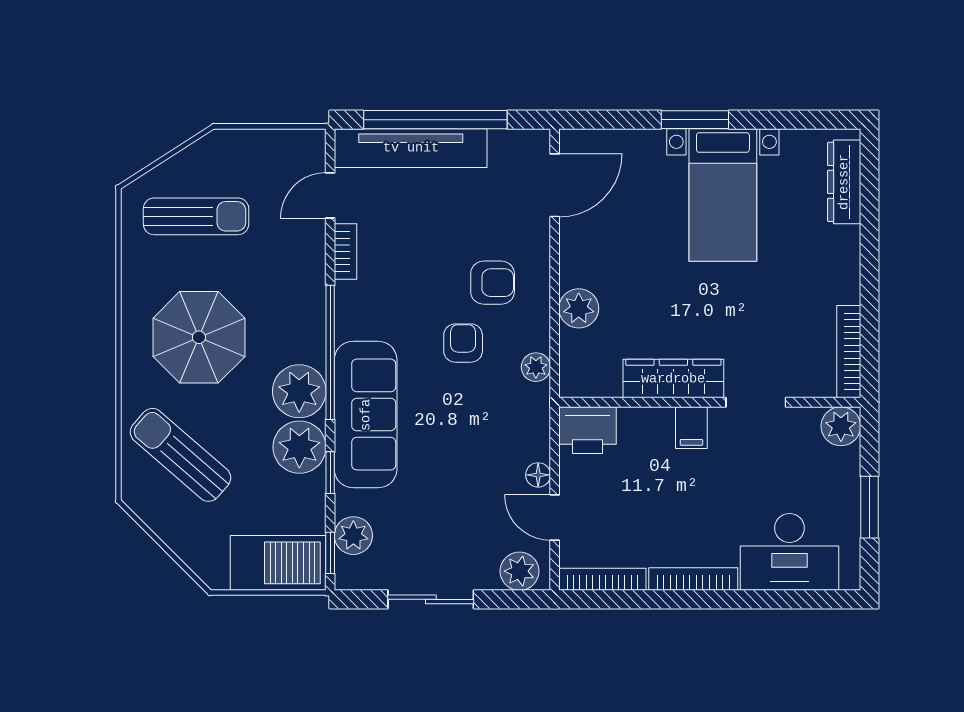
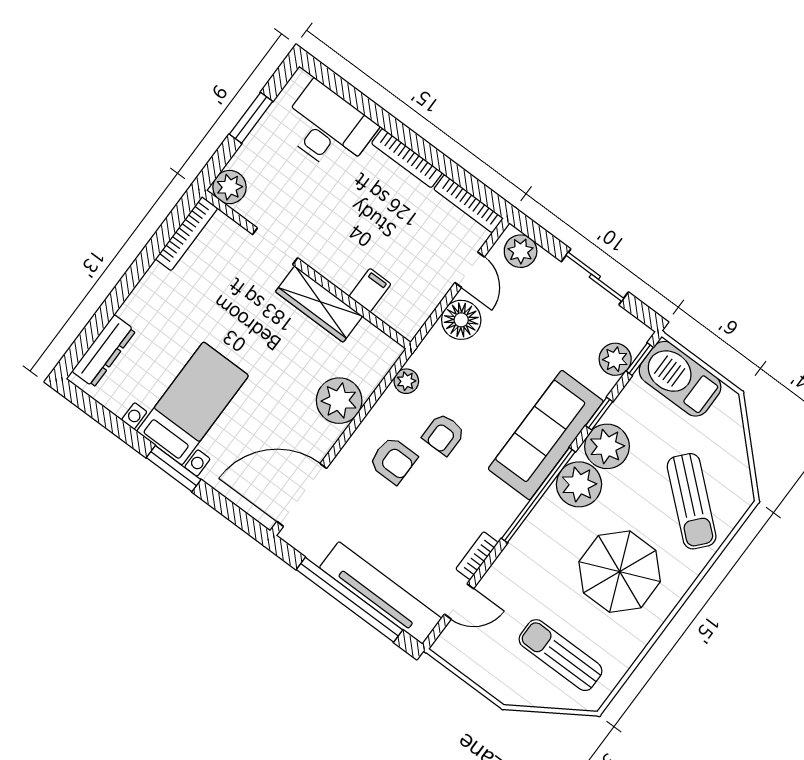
door: (555, 185) -> (302, 495), width x1.36
armchair: (493, 283) -> (393, 460), turned 180
plant: (579, 308) -> (339, 401), width x1.36, depth x1.36
filing cabinet: (691, 428) -> (370, 290), moved
printer: (588, 430) -> (403, 312), removed
floor lamp: (538, 475) -> (461, 320), width x1.89, depth x1.89

